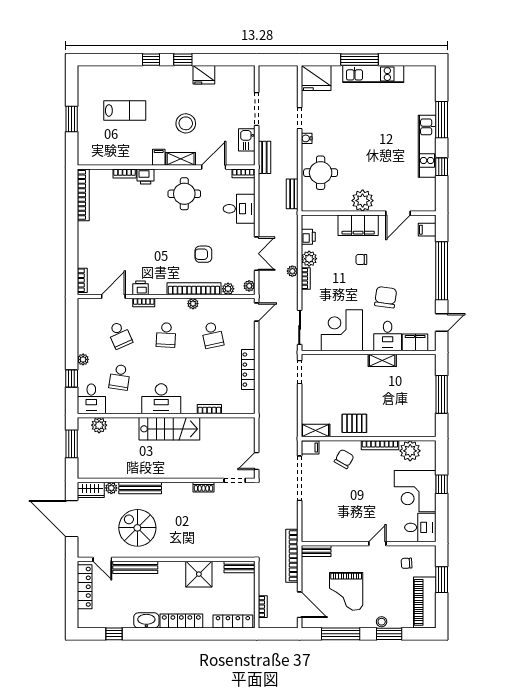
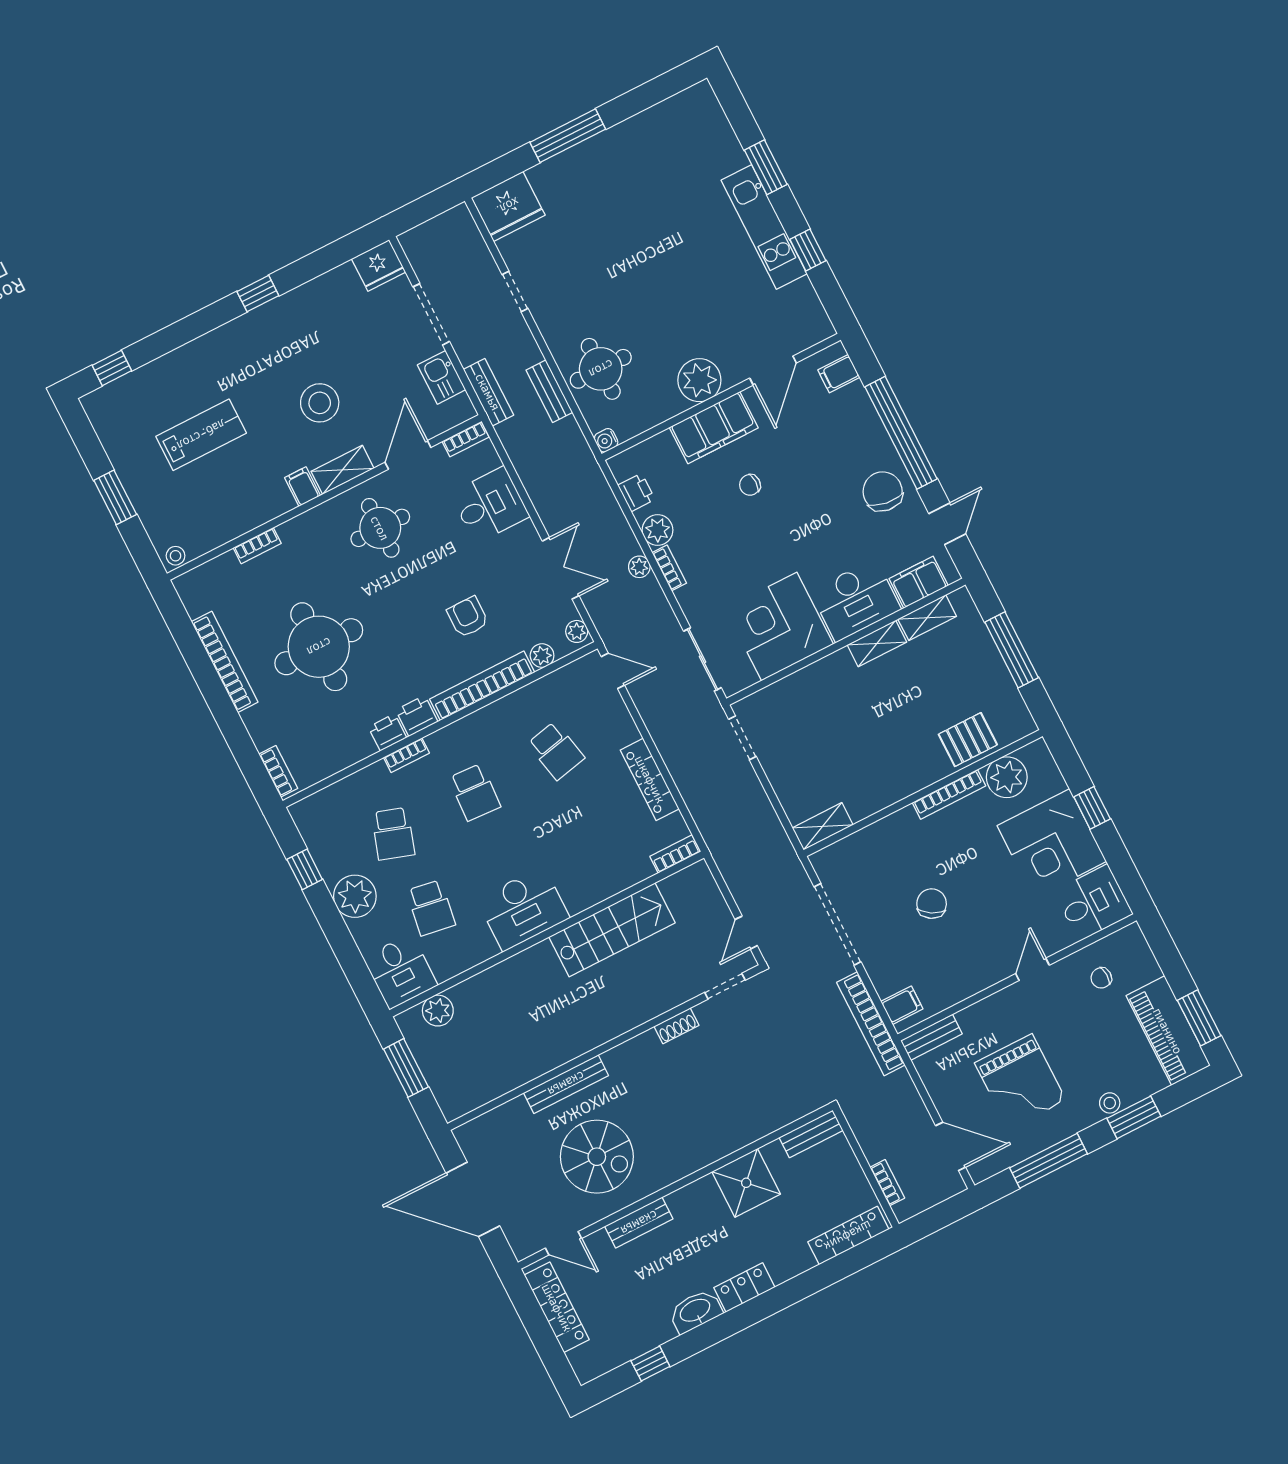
window: (151, 60) -> (112, 368), moved
kitchen unit: (373, 74) -> (605, 148), removed
fridge: (204, 75) -> (379, 265), moved
window: (442, 120) -> (766, 167), width x0.69
water cooler: (307, 138) -> (606, 440), moved
stool: (85, 159) -> (176, 556), added
printer: (146, 177) -> (417, 716), moved, turned 180
bench: (292, 194) -> (549, 391), moved
bookcase: (83, 195) -> (225, 662), moved
round table: (129, 233) -> (319, 647), added
armchair: (203, 254) -> (468, 617), turned 90
door: (113, 296) -> (347, 772), removed
chair: (386, 297) -> (883, 491), moved
plant: (193, 304) -> (494, 713), removed
door: (257, 312) -> (613, 671), hinge flipped
school desk: (120, 335) -> (393, 834), turned 42
desk: (388, 336) -> (856, 600), width x1.37
plant: (83, 359) -> (355, 896), width x1.88, depth x1.88
shelving: (411, 360) -> (927, 618), added
window: (72, 378) -> (305, 869), moved
bookcase: (209, 409) -> (675, 854), moved
pallet: (354, 423) -> (968, 740), moved
stairs: (169, 429) -> (612, 930), moved
filing cabinet: (310, 448) -> (902, 1005), moved
chair: (344, 459) -> (932, 904), moved
plant: (111, 488) -> (515, 1110), removed
wardrobe: (91, 490) -> (481, 1132), removed
spiral stairs: (137, 528) -> (597, 1157), turned 180
bookcase: (292, 556) -> (871, 1024), moved
bench: (135, 567) -> (639, 1223), width x0.73
window: (442, 580) -> (1199, 1018), moved
locker: (181, 621) -> (744, 1287), width x0.66

